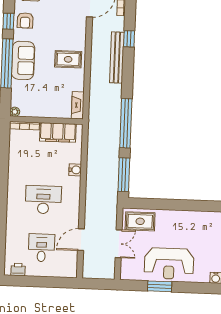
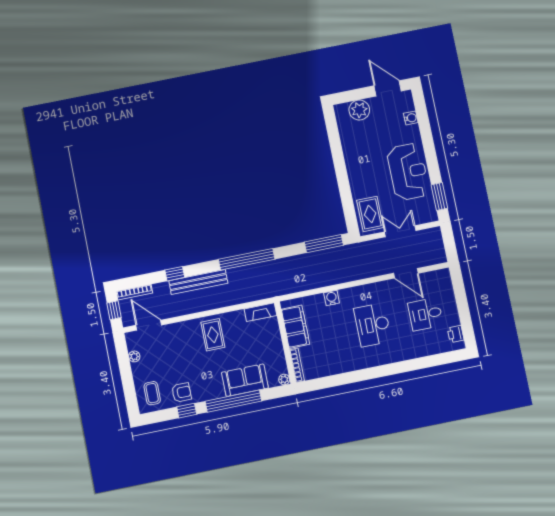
sofa: (23, 60) -> (245, 380), moved
window: (126, 123) -> (247, 259), moved
window: (160, 286) -> (439, 196), moved

